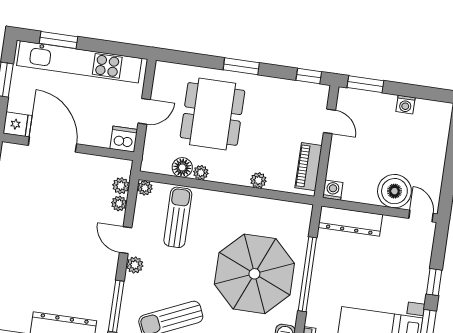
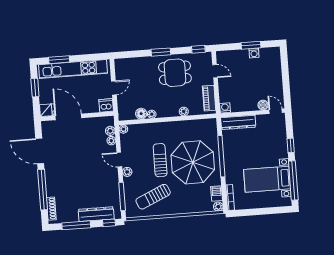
window: (365, 84) -> (251, 45), moved
dining table: (213, 114) -> (175, 73), moved, width x0.73
boiler: (394, 191) -> (263, 105), width x0.54, depth x0.54
sun lounger: (178, 217) -> (160, 160), moved

